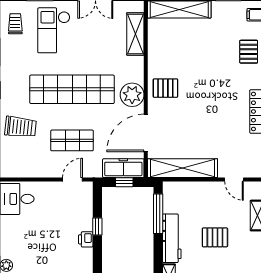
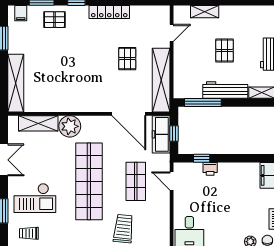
pallet: (165, 88) -> (127, 59), moved
plant: (132, 95) -> (70, 126), moved
window: (97, 226) -> (202, 158), moved
printer: (86, 239) -> (210, 169), moved

